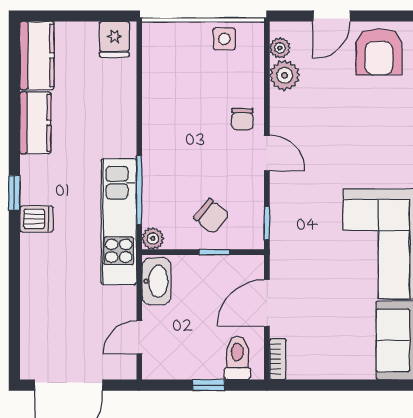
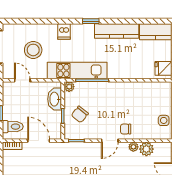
plant: (280, 48) -> (133, 147), moved
kitchen counter: (35, 123) -> (117, 31), width x1.50
dishwasher: (36, 219) -> (64, 32), moved
washbasin: (156, 281) -> (55, 99), moved, turned 90
stool: (75, 315) -> (33, 50), added

